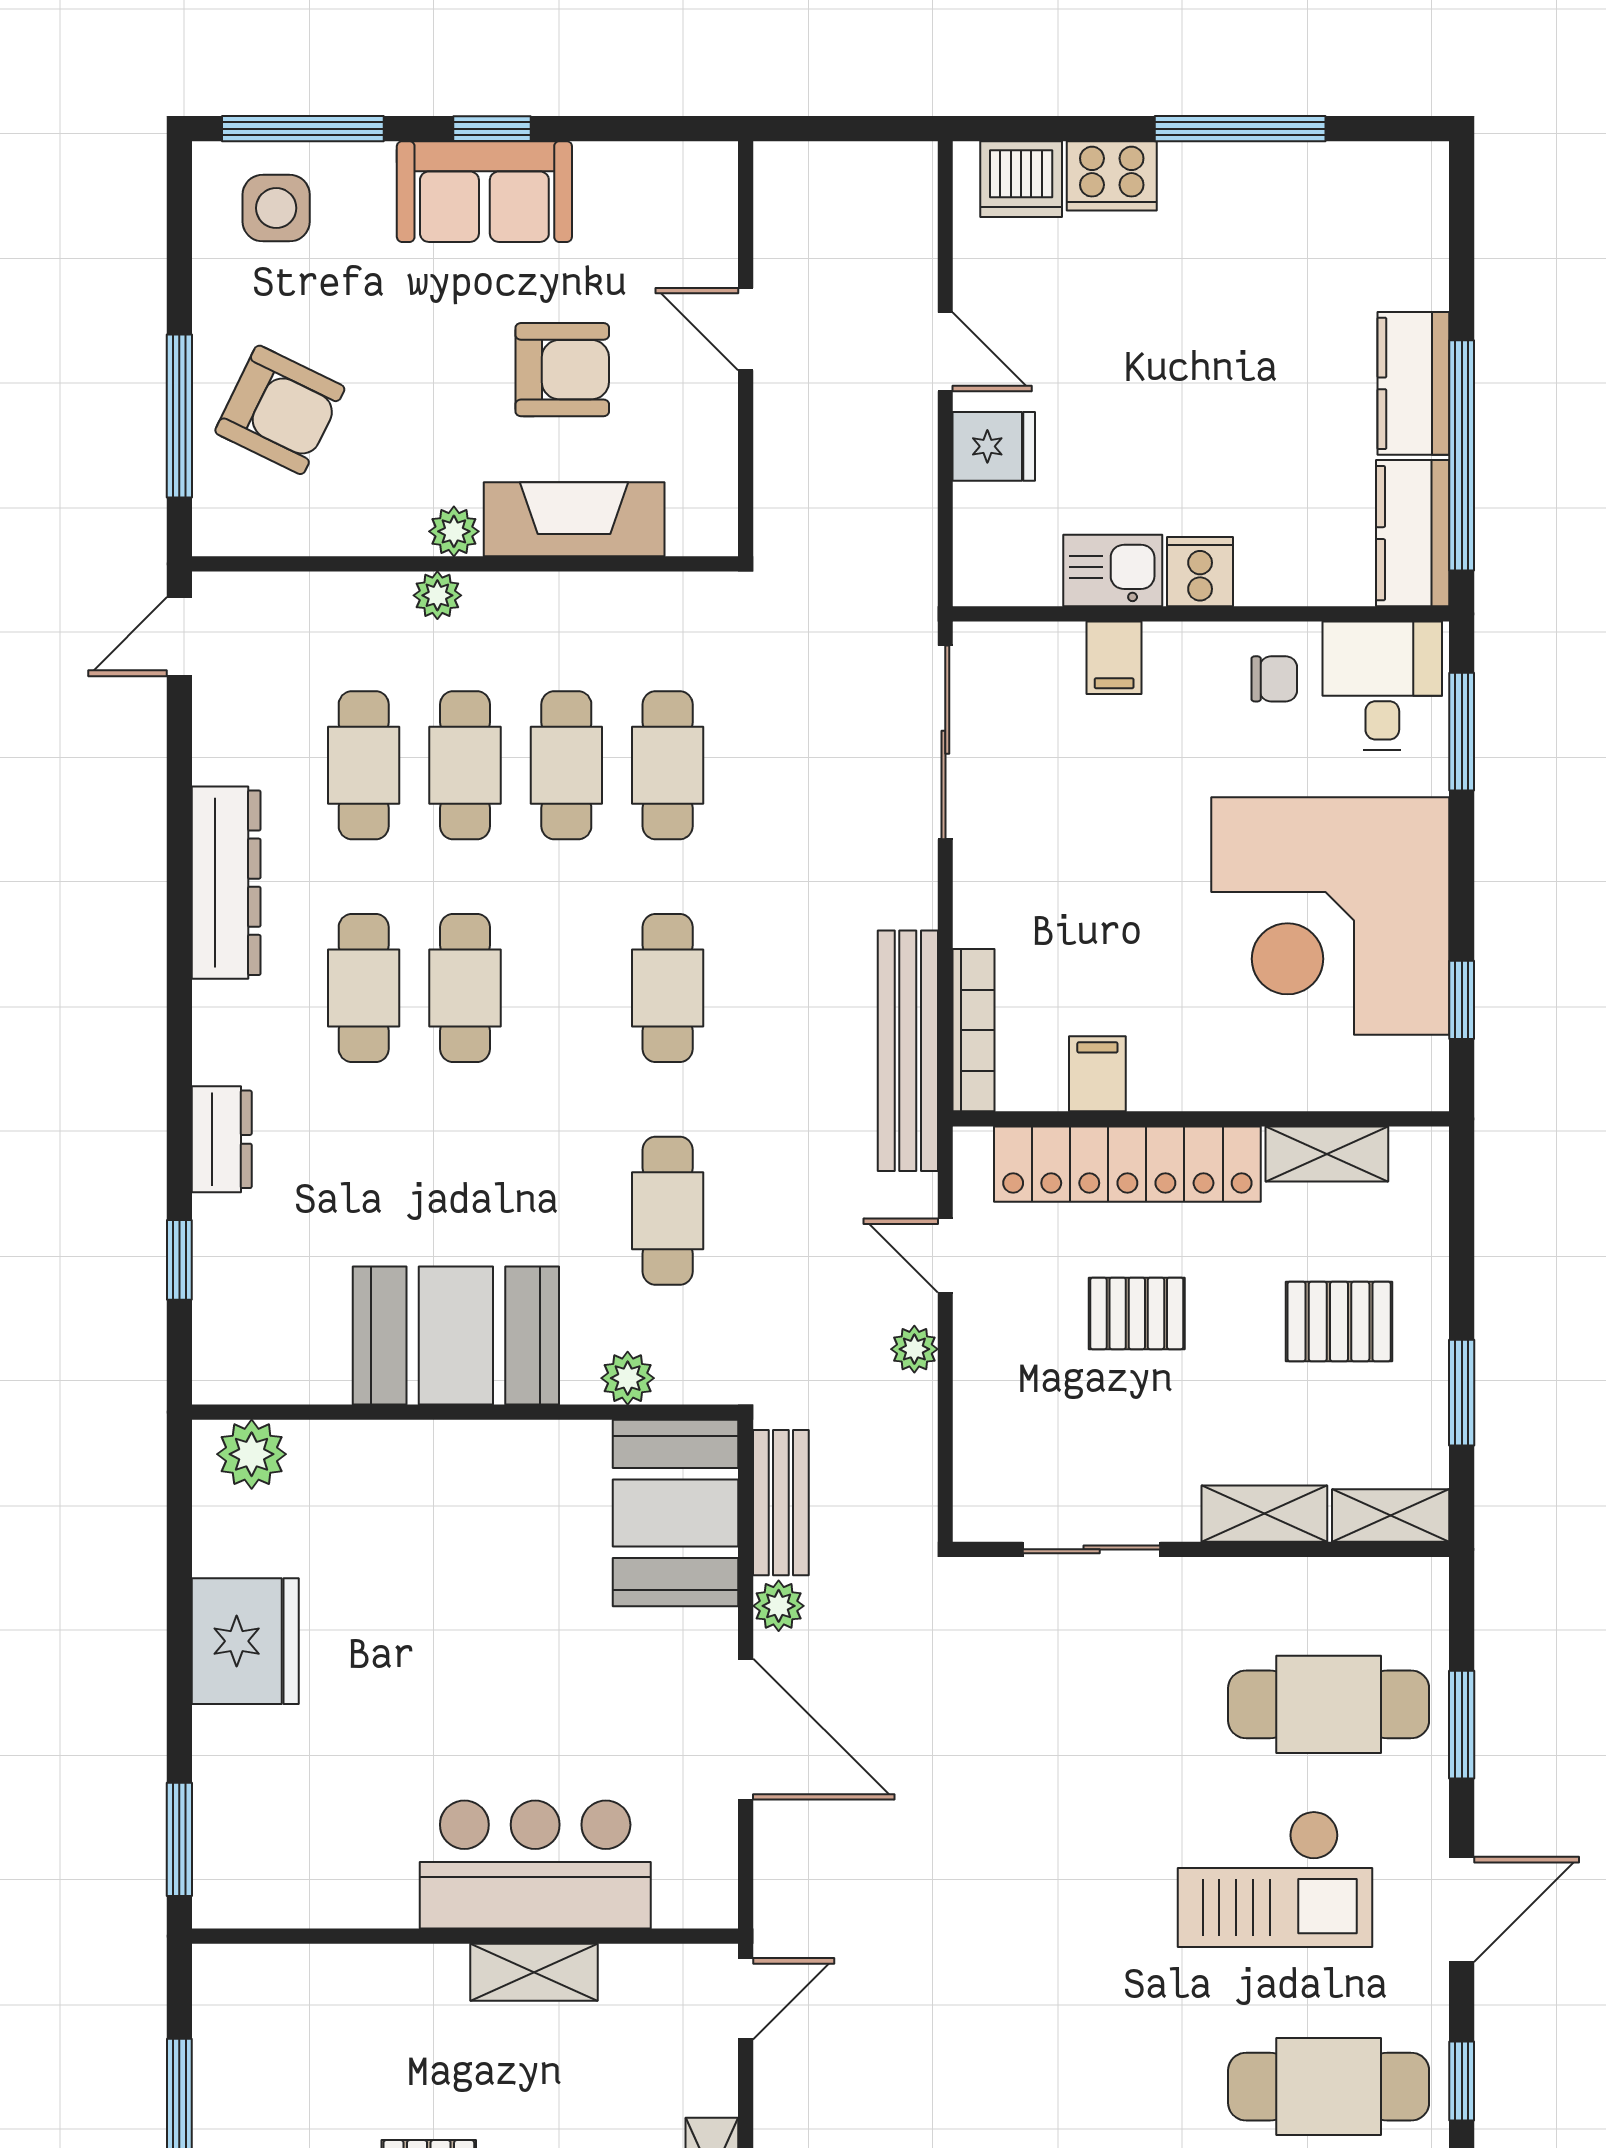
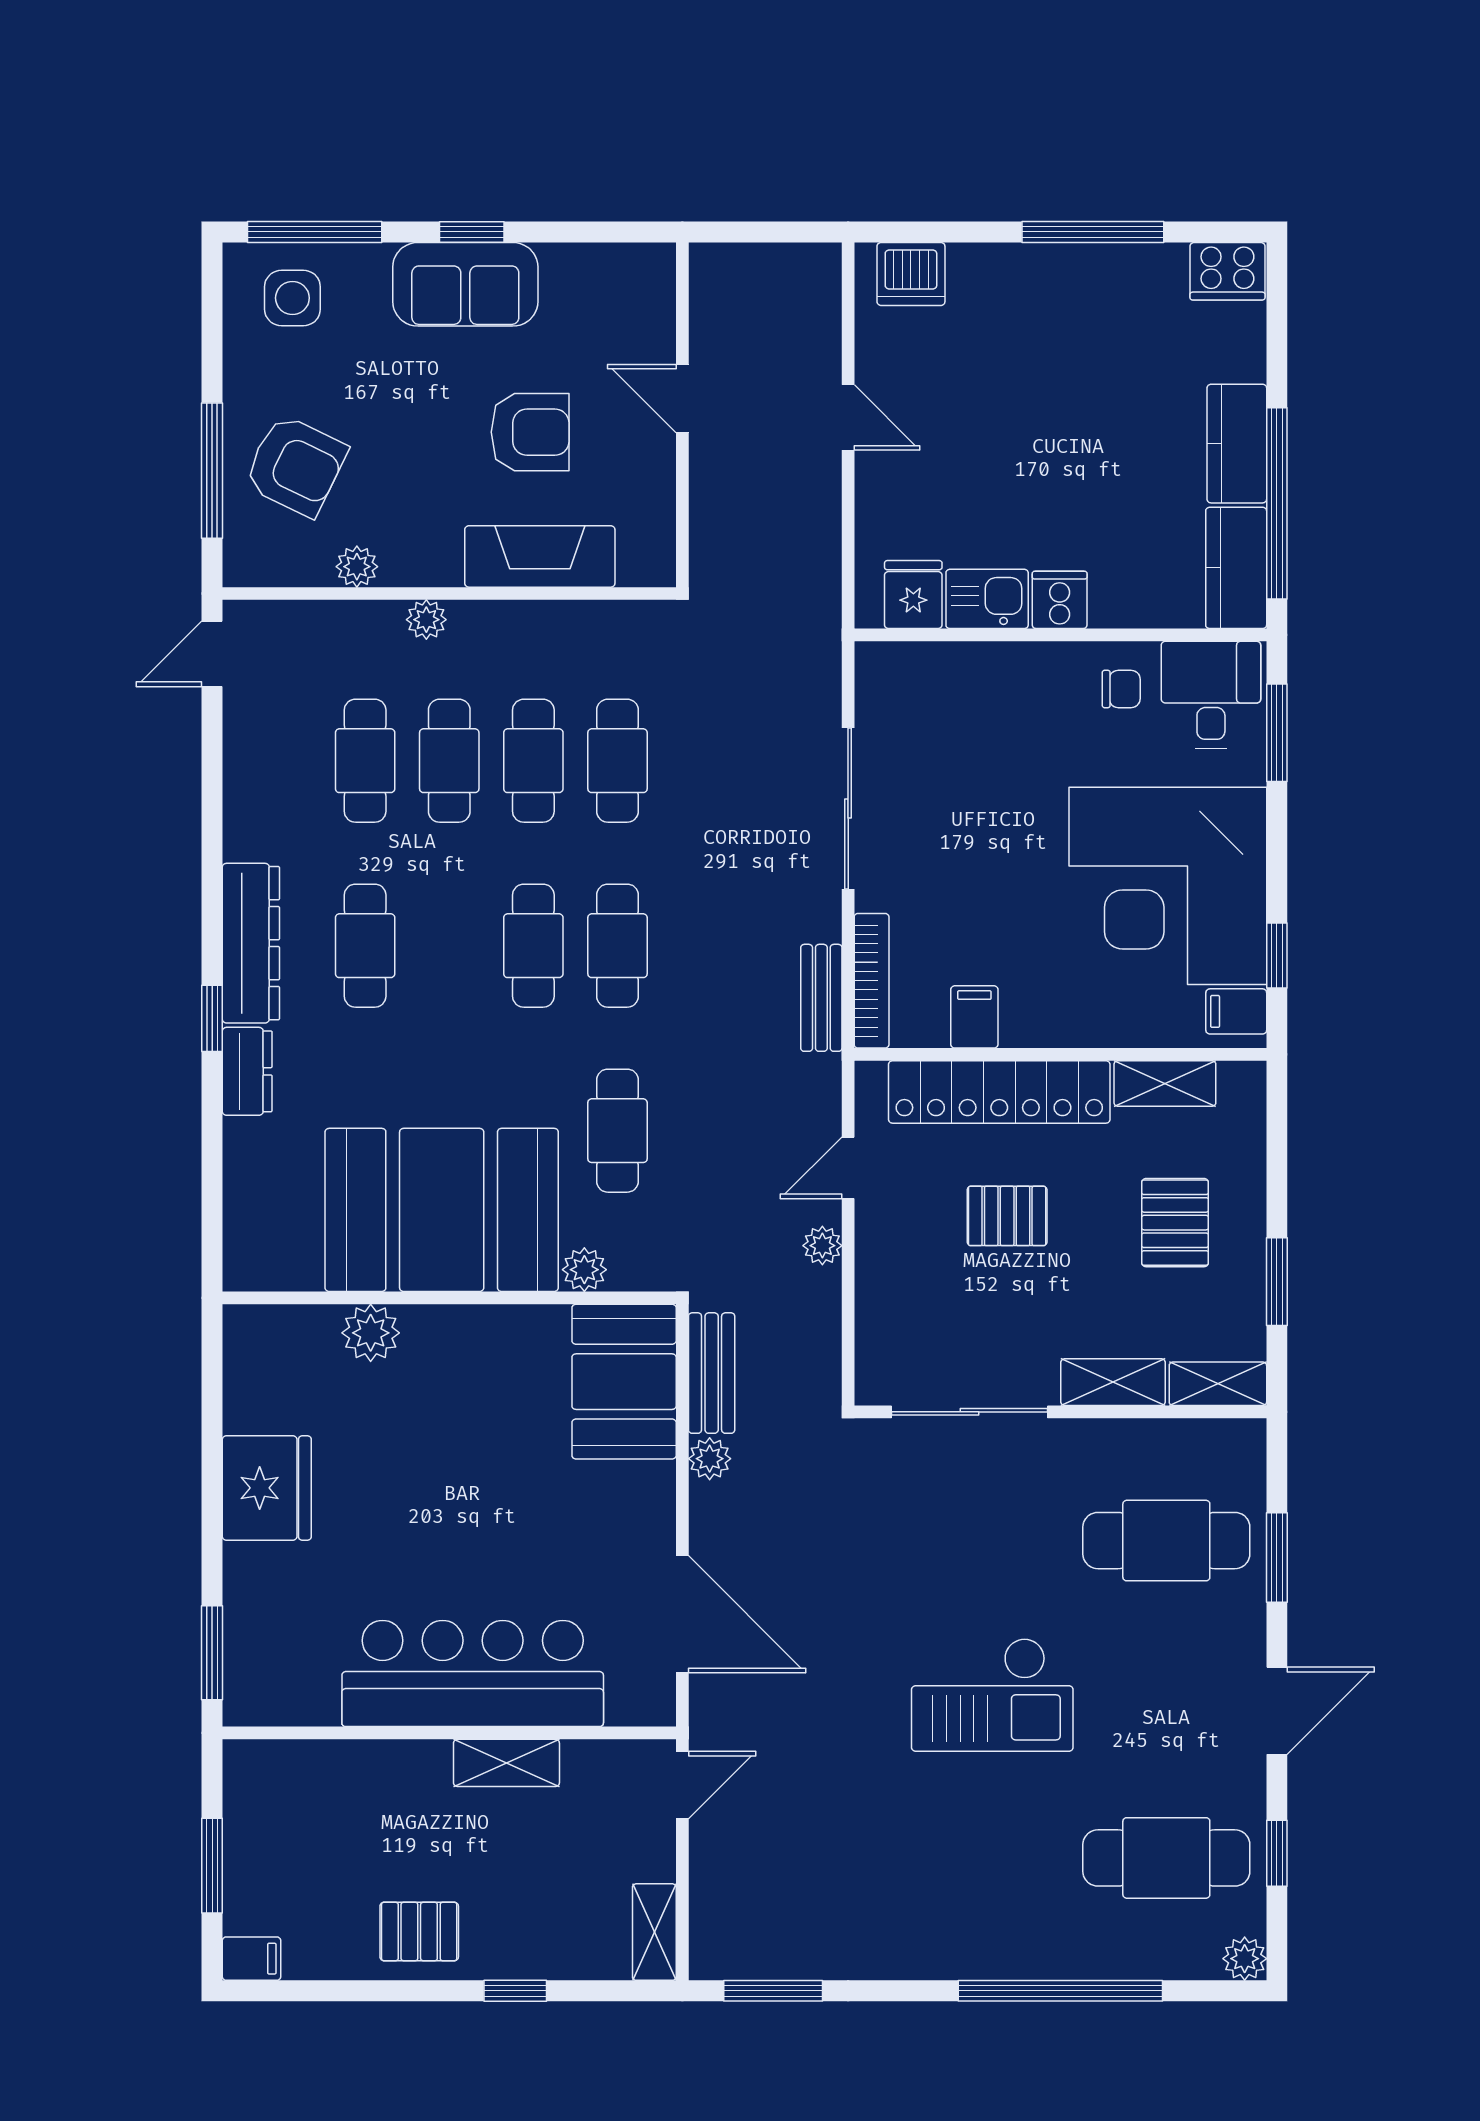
cooker: (1112, 176) -> (1227, 271), moved
fridge: (994, 446) -> (913, 595), moved, turned -90
plant: (454, 531) -> (357, 567), moved
filing cabinet: (1114, 658) -> (1236, 1011), moved, turned 90
sliding door: (945, 742) -> (848, 808), moved
dresser: (226, 883) -> (251, 943), moved
cafe table: (465, 988) -> (533, 946), moved
bench: (908, 1051) -> (821, 998), width x0.54, depth x0.82
door: (945, 1256) -> (848, 1168), hinge flipped
window: (179, 1260) -> (212, 1018), moved
pallet: (1339, 1321) -> (1175, 1223), turned 90
booth: (456, 1335) -> (442, 1210), width x1.36, depth x1.42
plant: (252, 1454) -> (371, 1333), moved
sliding door: (1092, 1549) -> (970, 1412), width x1.37
door: (746, 1729) -> (682, 1614), moved
bar counter: (535, 1864) -> (473, 1673), width x1.36
checkout: (1275, 1879) -> (992, 1695), moved

